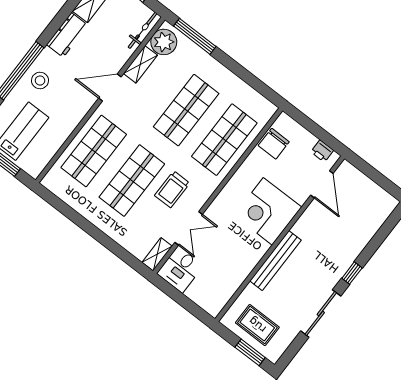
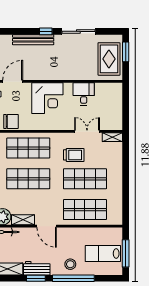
window: (56, 24) -> (36, 278), added
bench: (276, 261) -> (33, 40), moved
desk: (180, 270) -> (84, 94), moved, turned -90
rug: (257, 325) -> (109, 59), width x1.36, depth x1.43

